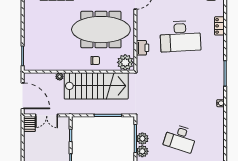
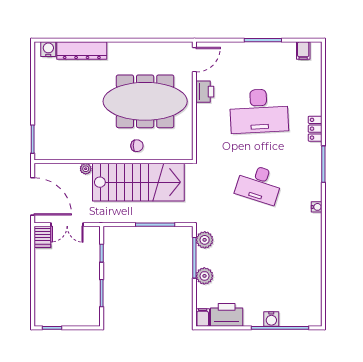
locker: (219, 26) -> (315, 129), moved
printer: (143, 48) -> (205, 92), moved
plant: (125, 62) -> (180, 148), removed
desk: (180, 138) -> (259, 184), moved
plant: (142, 139) -> (205, 240), moved

